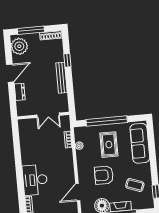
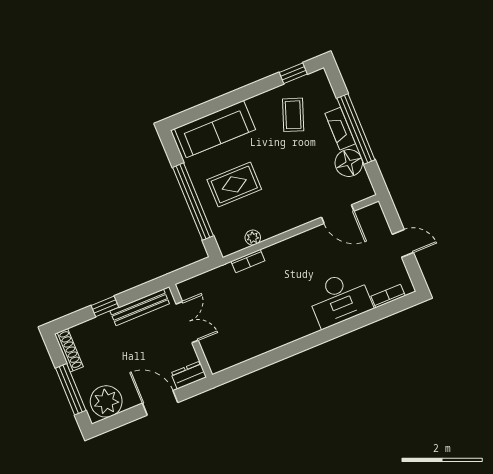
double door: (48, 115) -> (187, 322), moved
wall: (43, 116) -> (191, 331), moved
armchair: (104, 175) -> (293, 176), removed

